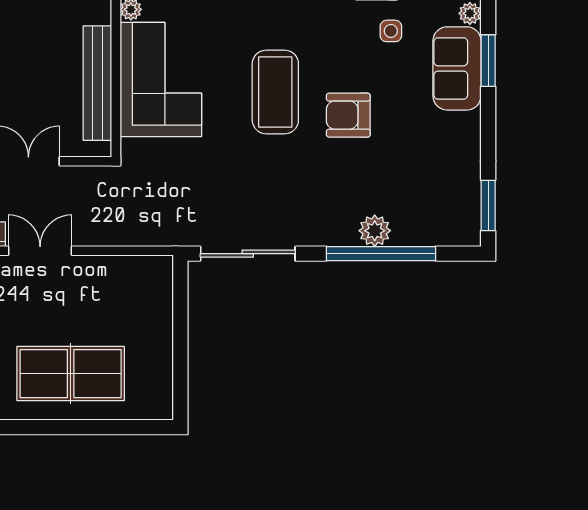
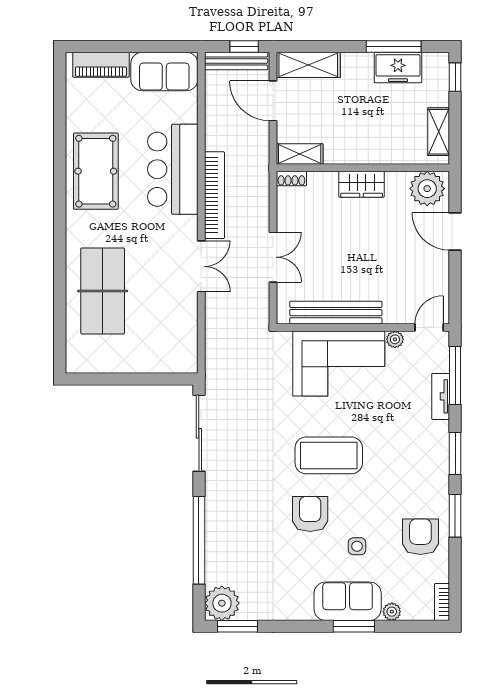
side table: (391, 31) -> (357, 546), moved
plant: (375, 231) -> (222, 603), moved, width x1.36, depth x1.36

